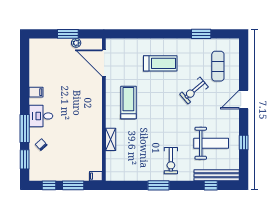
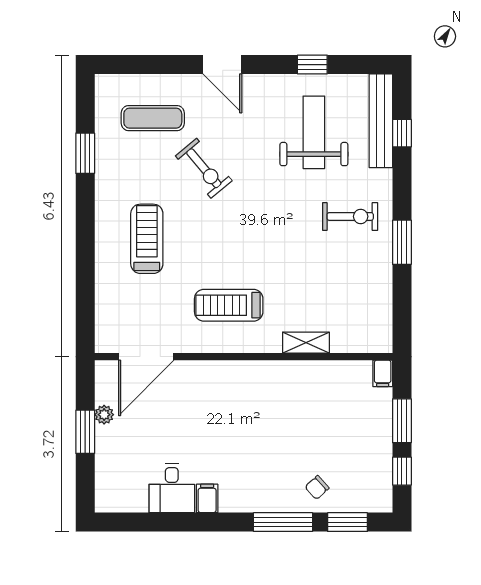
desk: (41, 116) -> (172, 488), moved

